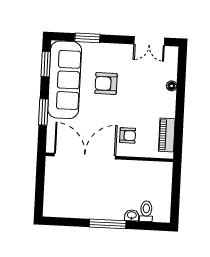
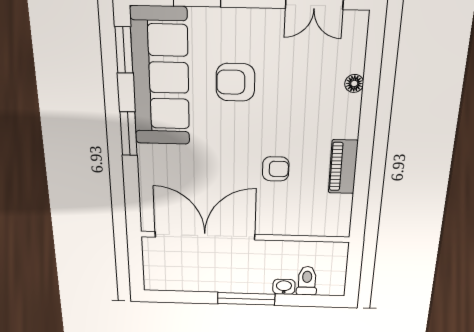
double door: (85, 156) -> (205, 236), moved
wall: (109, 157) -> (245, 237), moved

